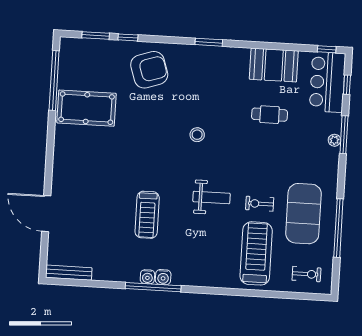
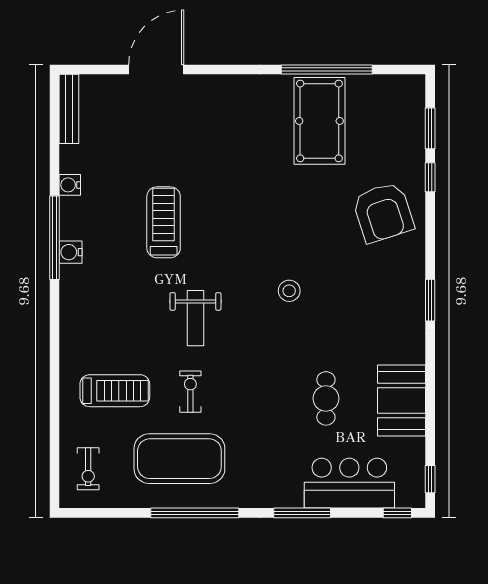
window: (54, 80) -> (327, 70), moved
bar counter: (327, 82) -> (349, 483), moved
window: (347, 85) -> (397, 513), moved
plant: (334, 140) -> (293, 499), removed
treadmill: (147, 215) -> (164, 222), turned 90
window: (338, 228) -> (195, 513), moved
treadmill: (256, 253) -> (115, 391), width x0.73, depth x0.73
water cooler: (147, 277) -> (70, 185), moved

